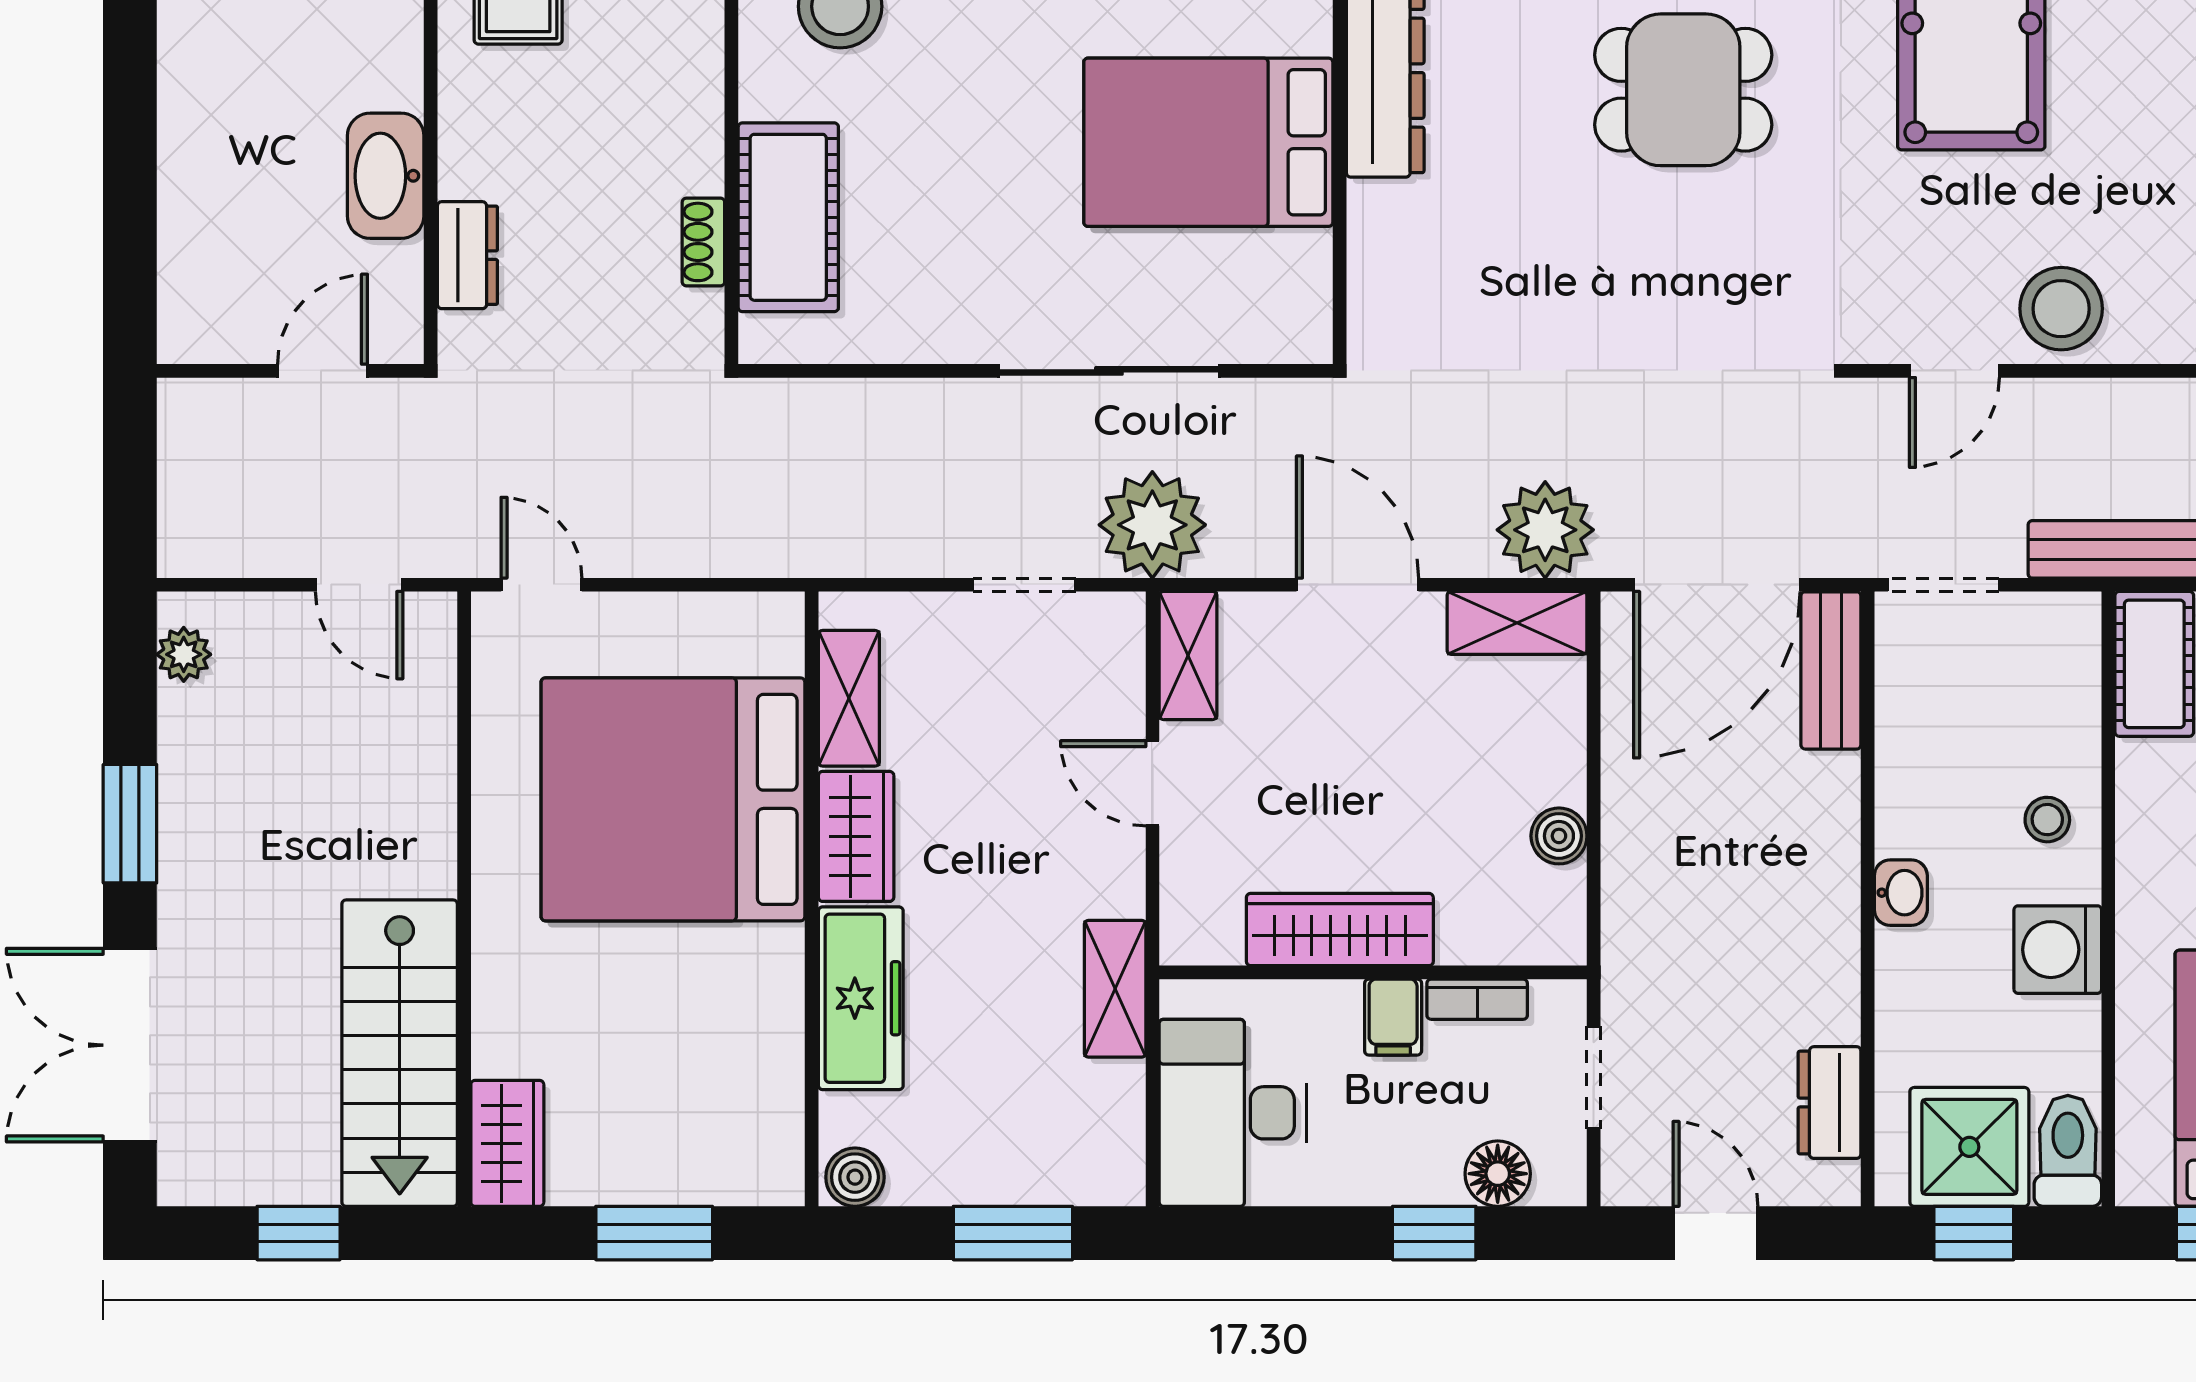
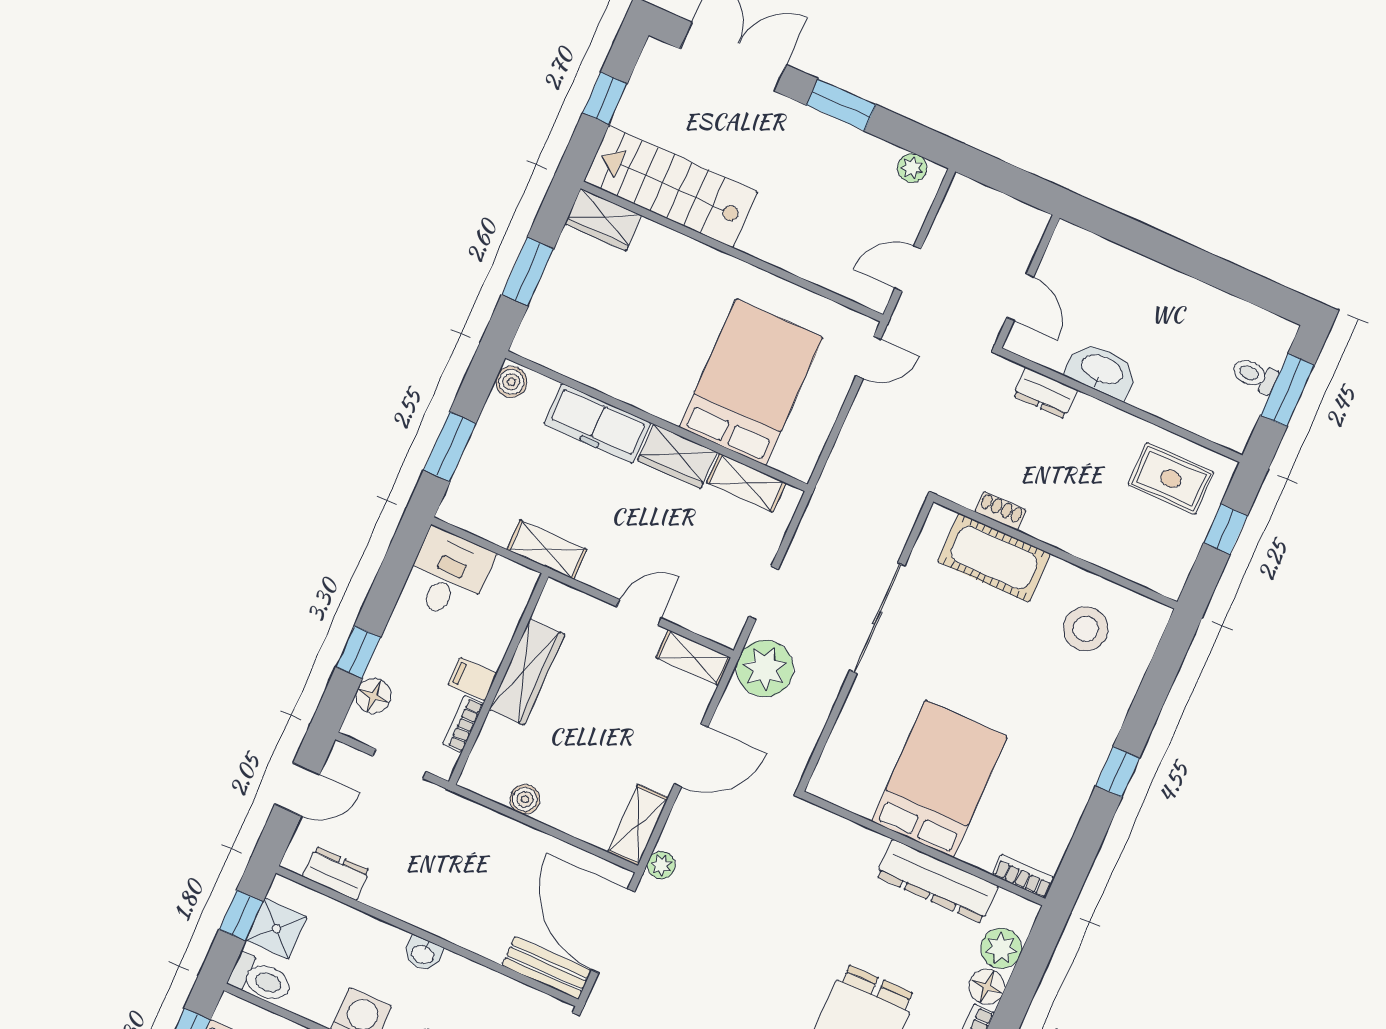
sliding door: (1109, 371) -> (877, 618), moved
plant: (1545, 530) -> (661, 865), width x0.53, depth x0.53
bed: (673, 799) -> (751, 382), width x0.73
desk: (1233, 1113) -> (448, 574), width x0.73
shower: (1969, 1147) -> (276, 928), width x0.73, depth x0.73

